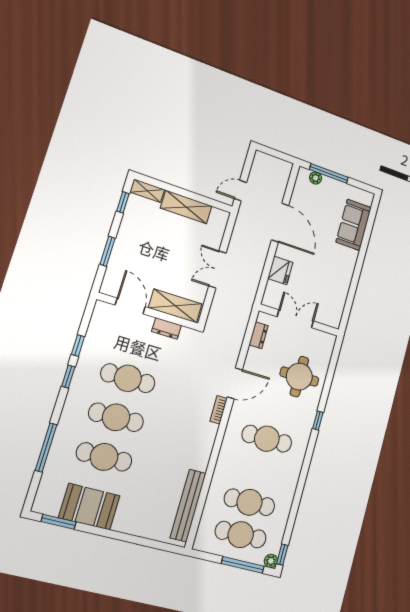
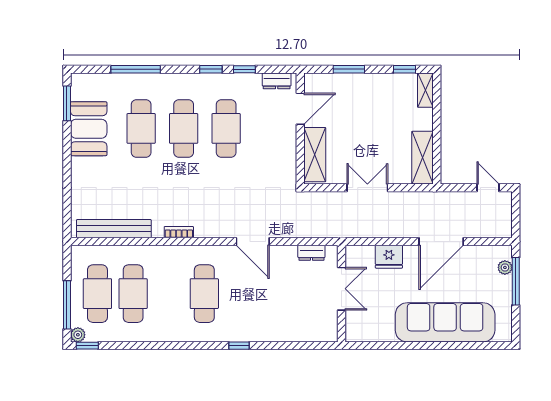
door: (240, 191) -> (488, 188), moved
shelving: (186, 207) -> (423, 158), moved
sofa: (354, 225) -> (445, 322), width x1.85, depth x1.27
dresser: (166, 328) -> (277, 81), moved, turned -90
round table: (299, 377) -> (281, 311), removed
bookcase: (219, 410) -> (179, 232), moved

